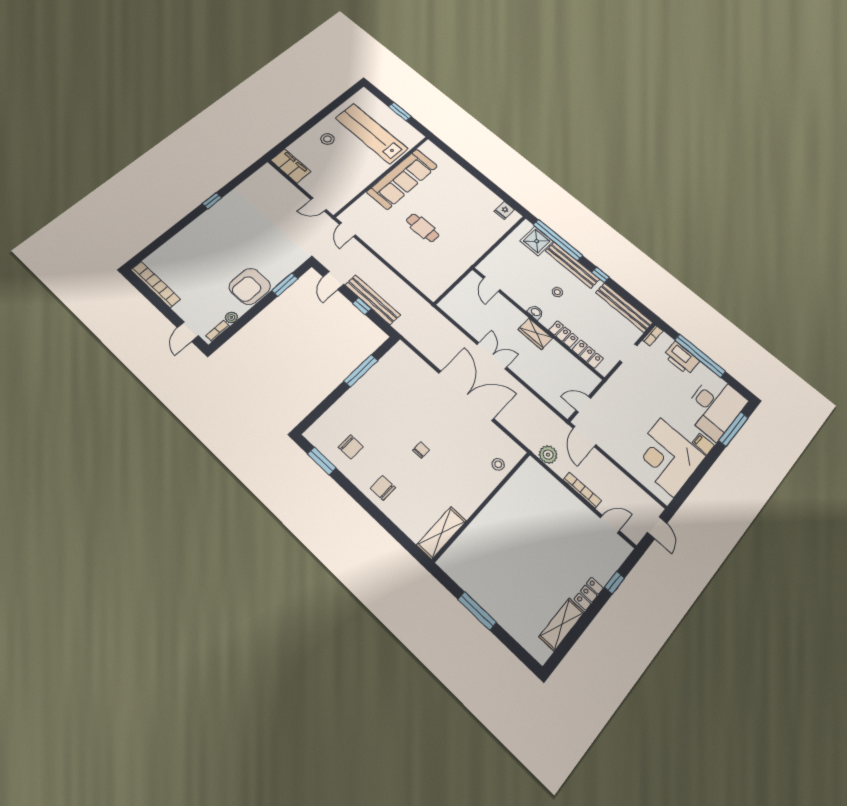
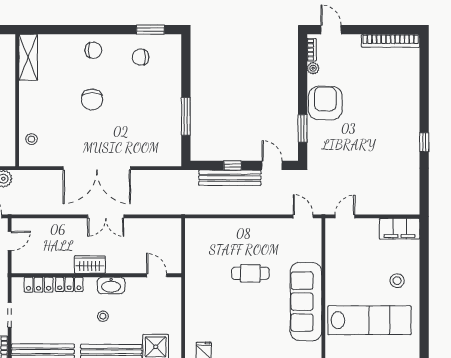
washbasin: (535, 312) -> (111, 285), width x1.91, depth x1.45
chair: (421, 450) -> (92, 100), width x1.87, depth x1.87

